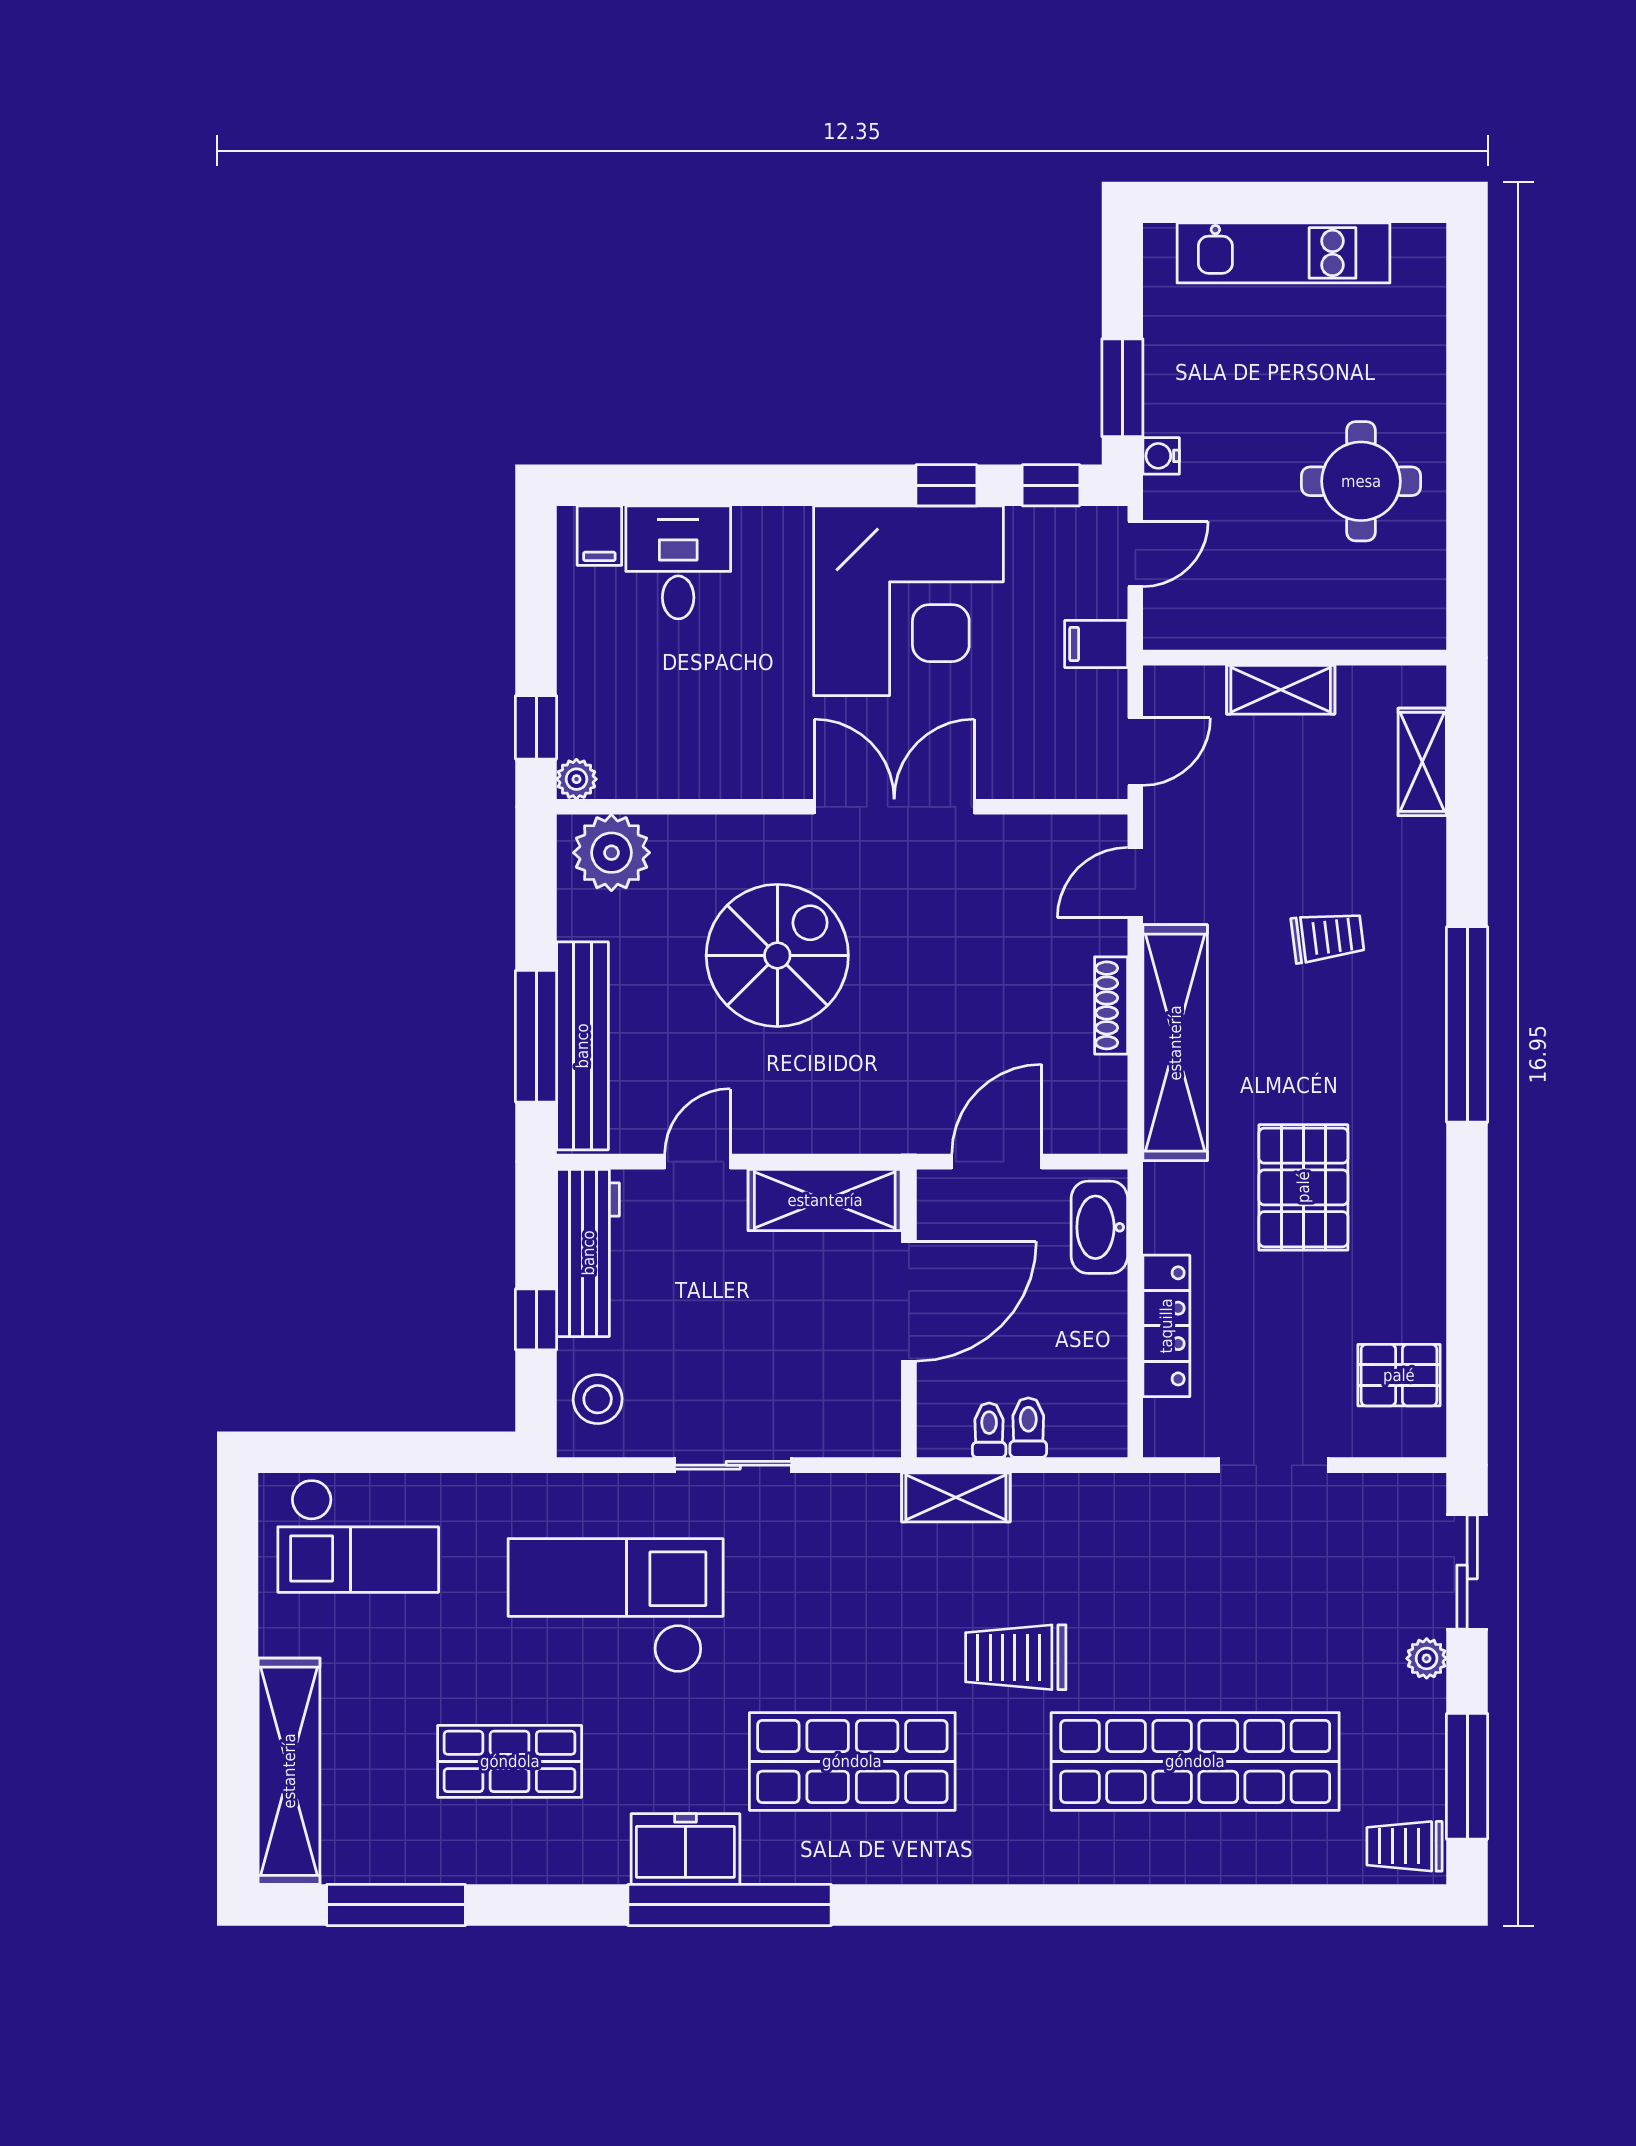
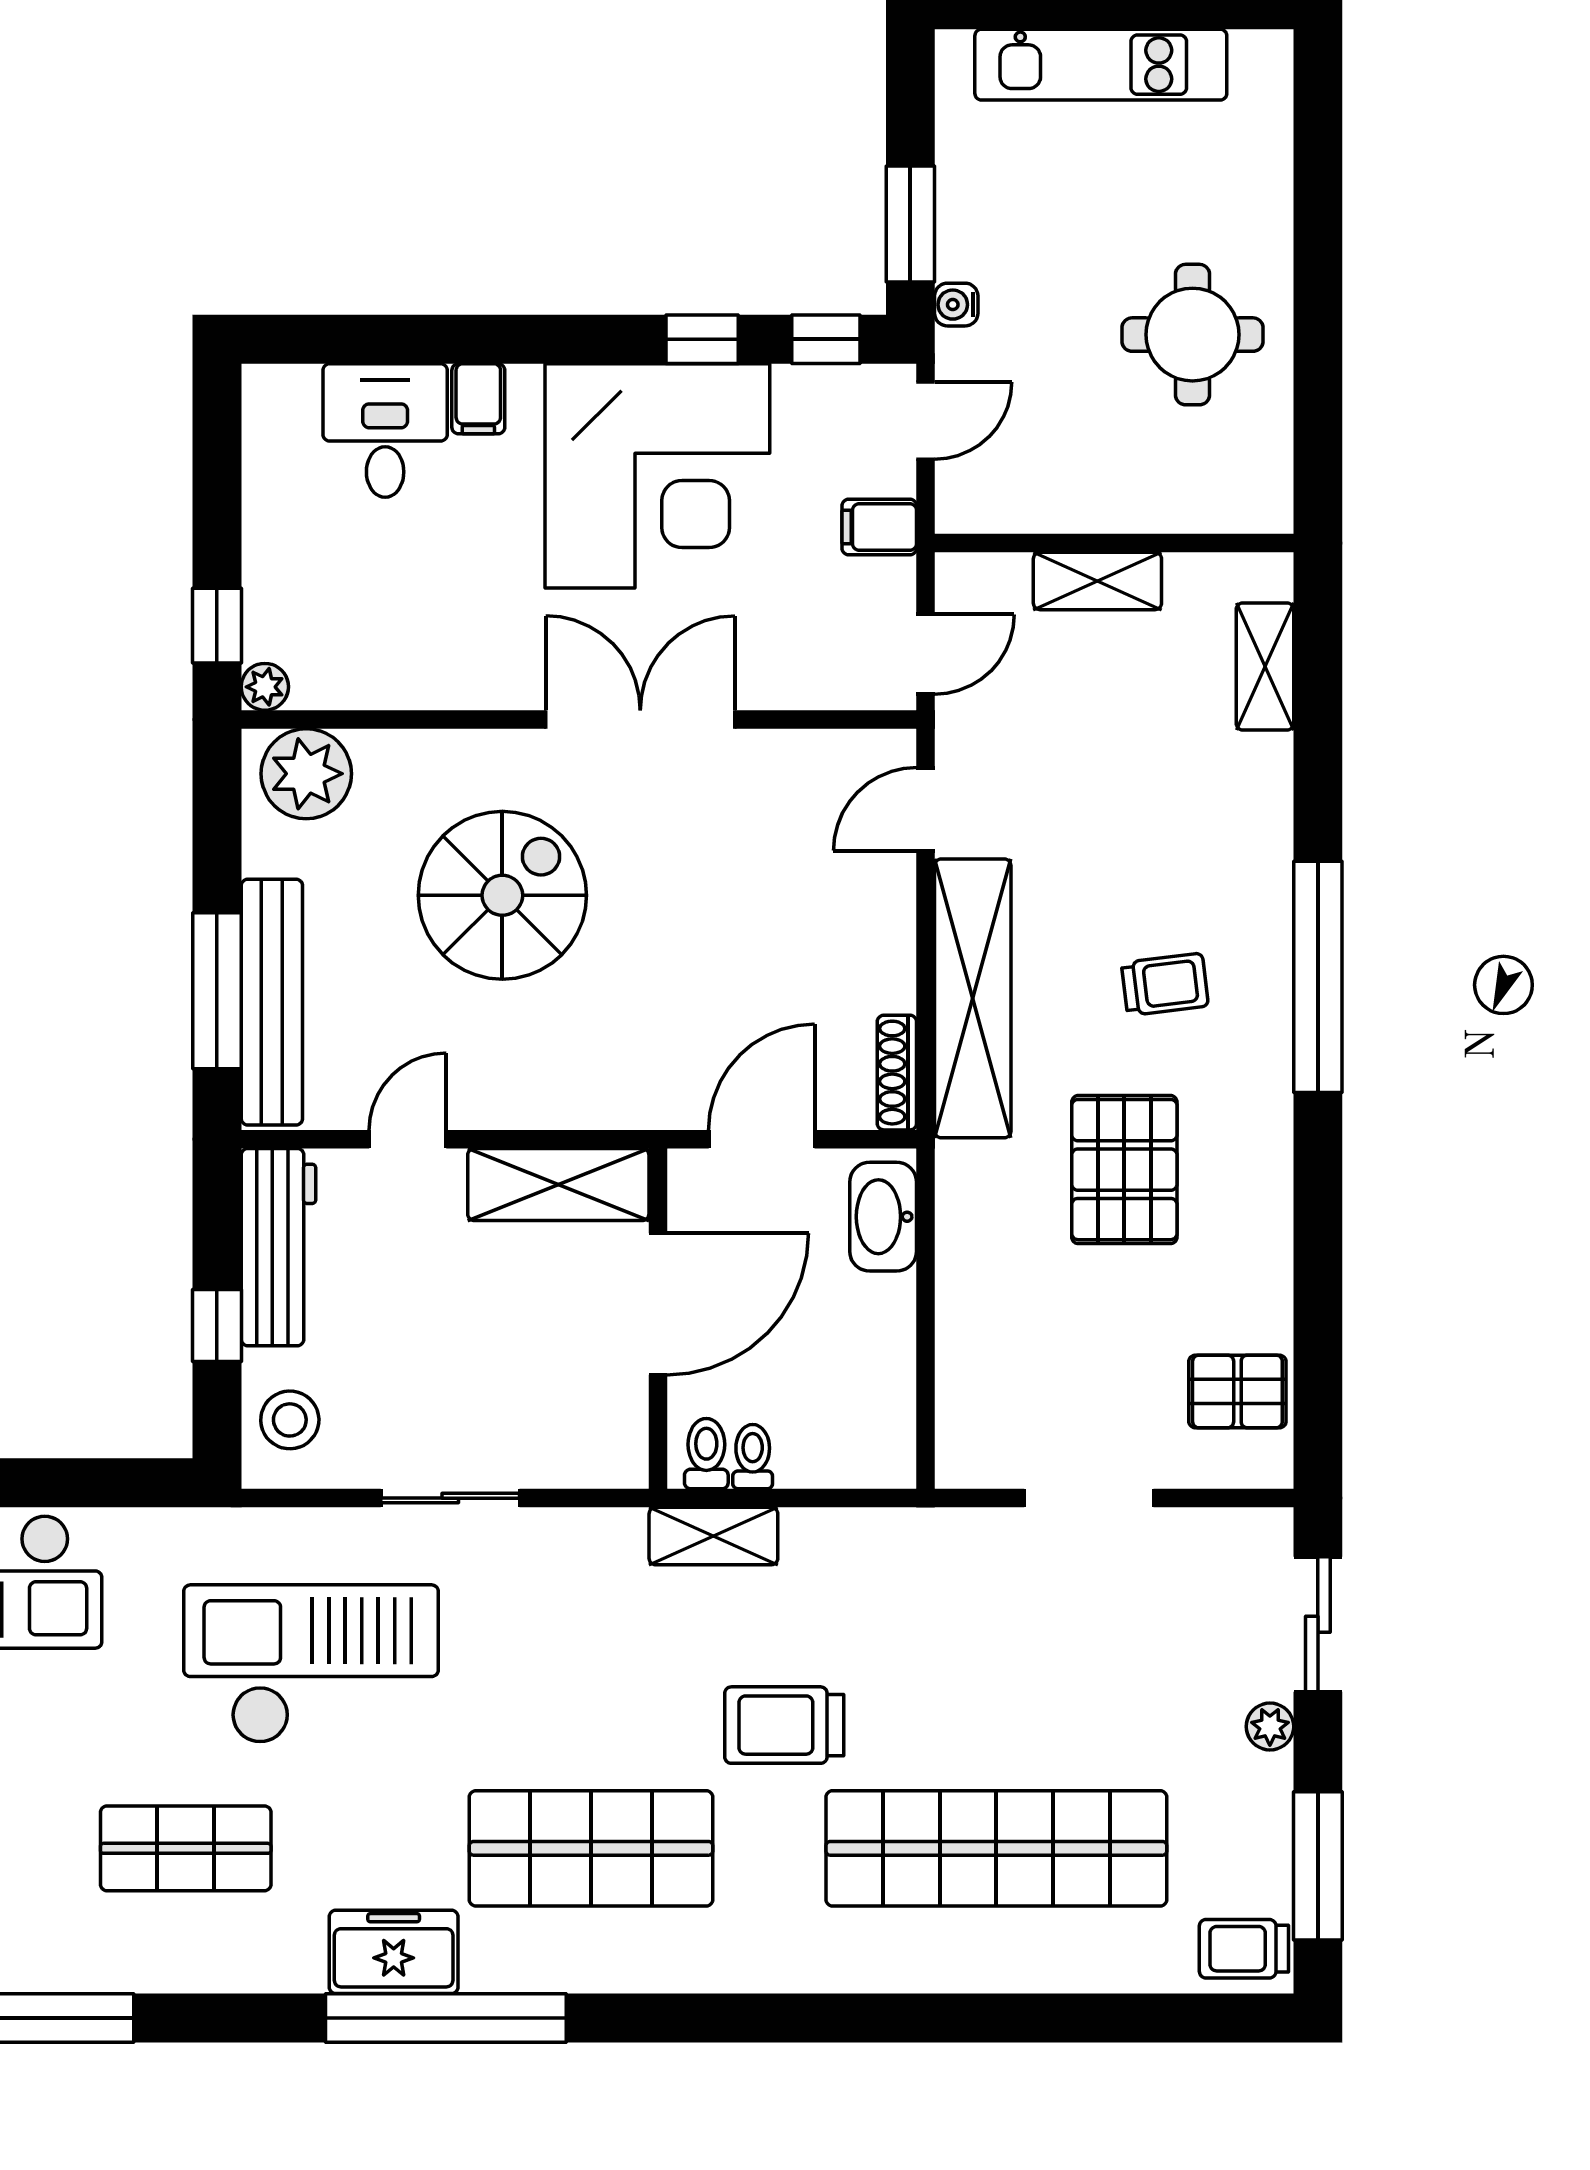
filing cabinet: (599, 536) -> (478, 399), moved
trolley: (1328, 937) -> (1165, 984), moved
shoe rack: (1111, 1005) -> (897, 1073), moved
locker: (1166, 1326) -> (962, 1333), removed
toilet: (1028, 1428) -> (706, 1454), moved

